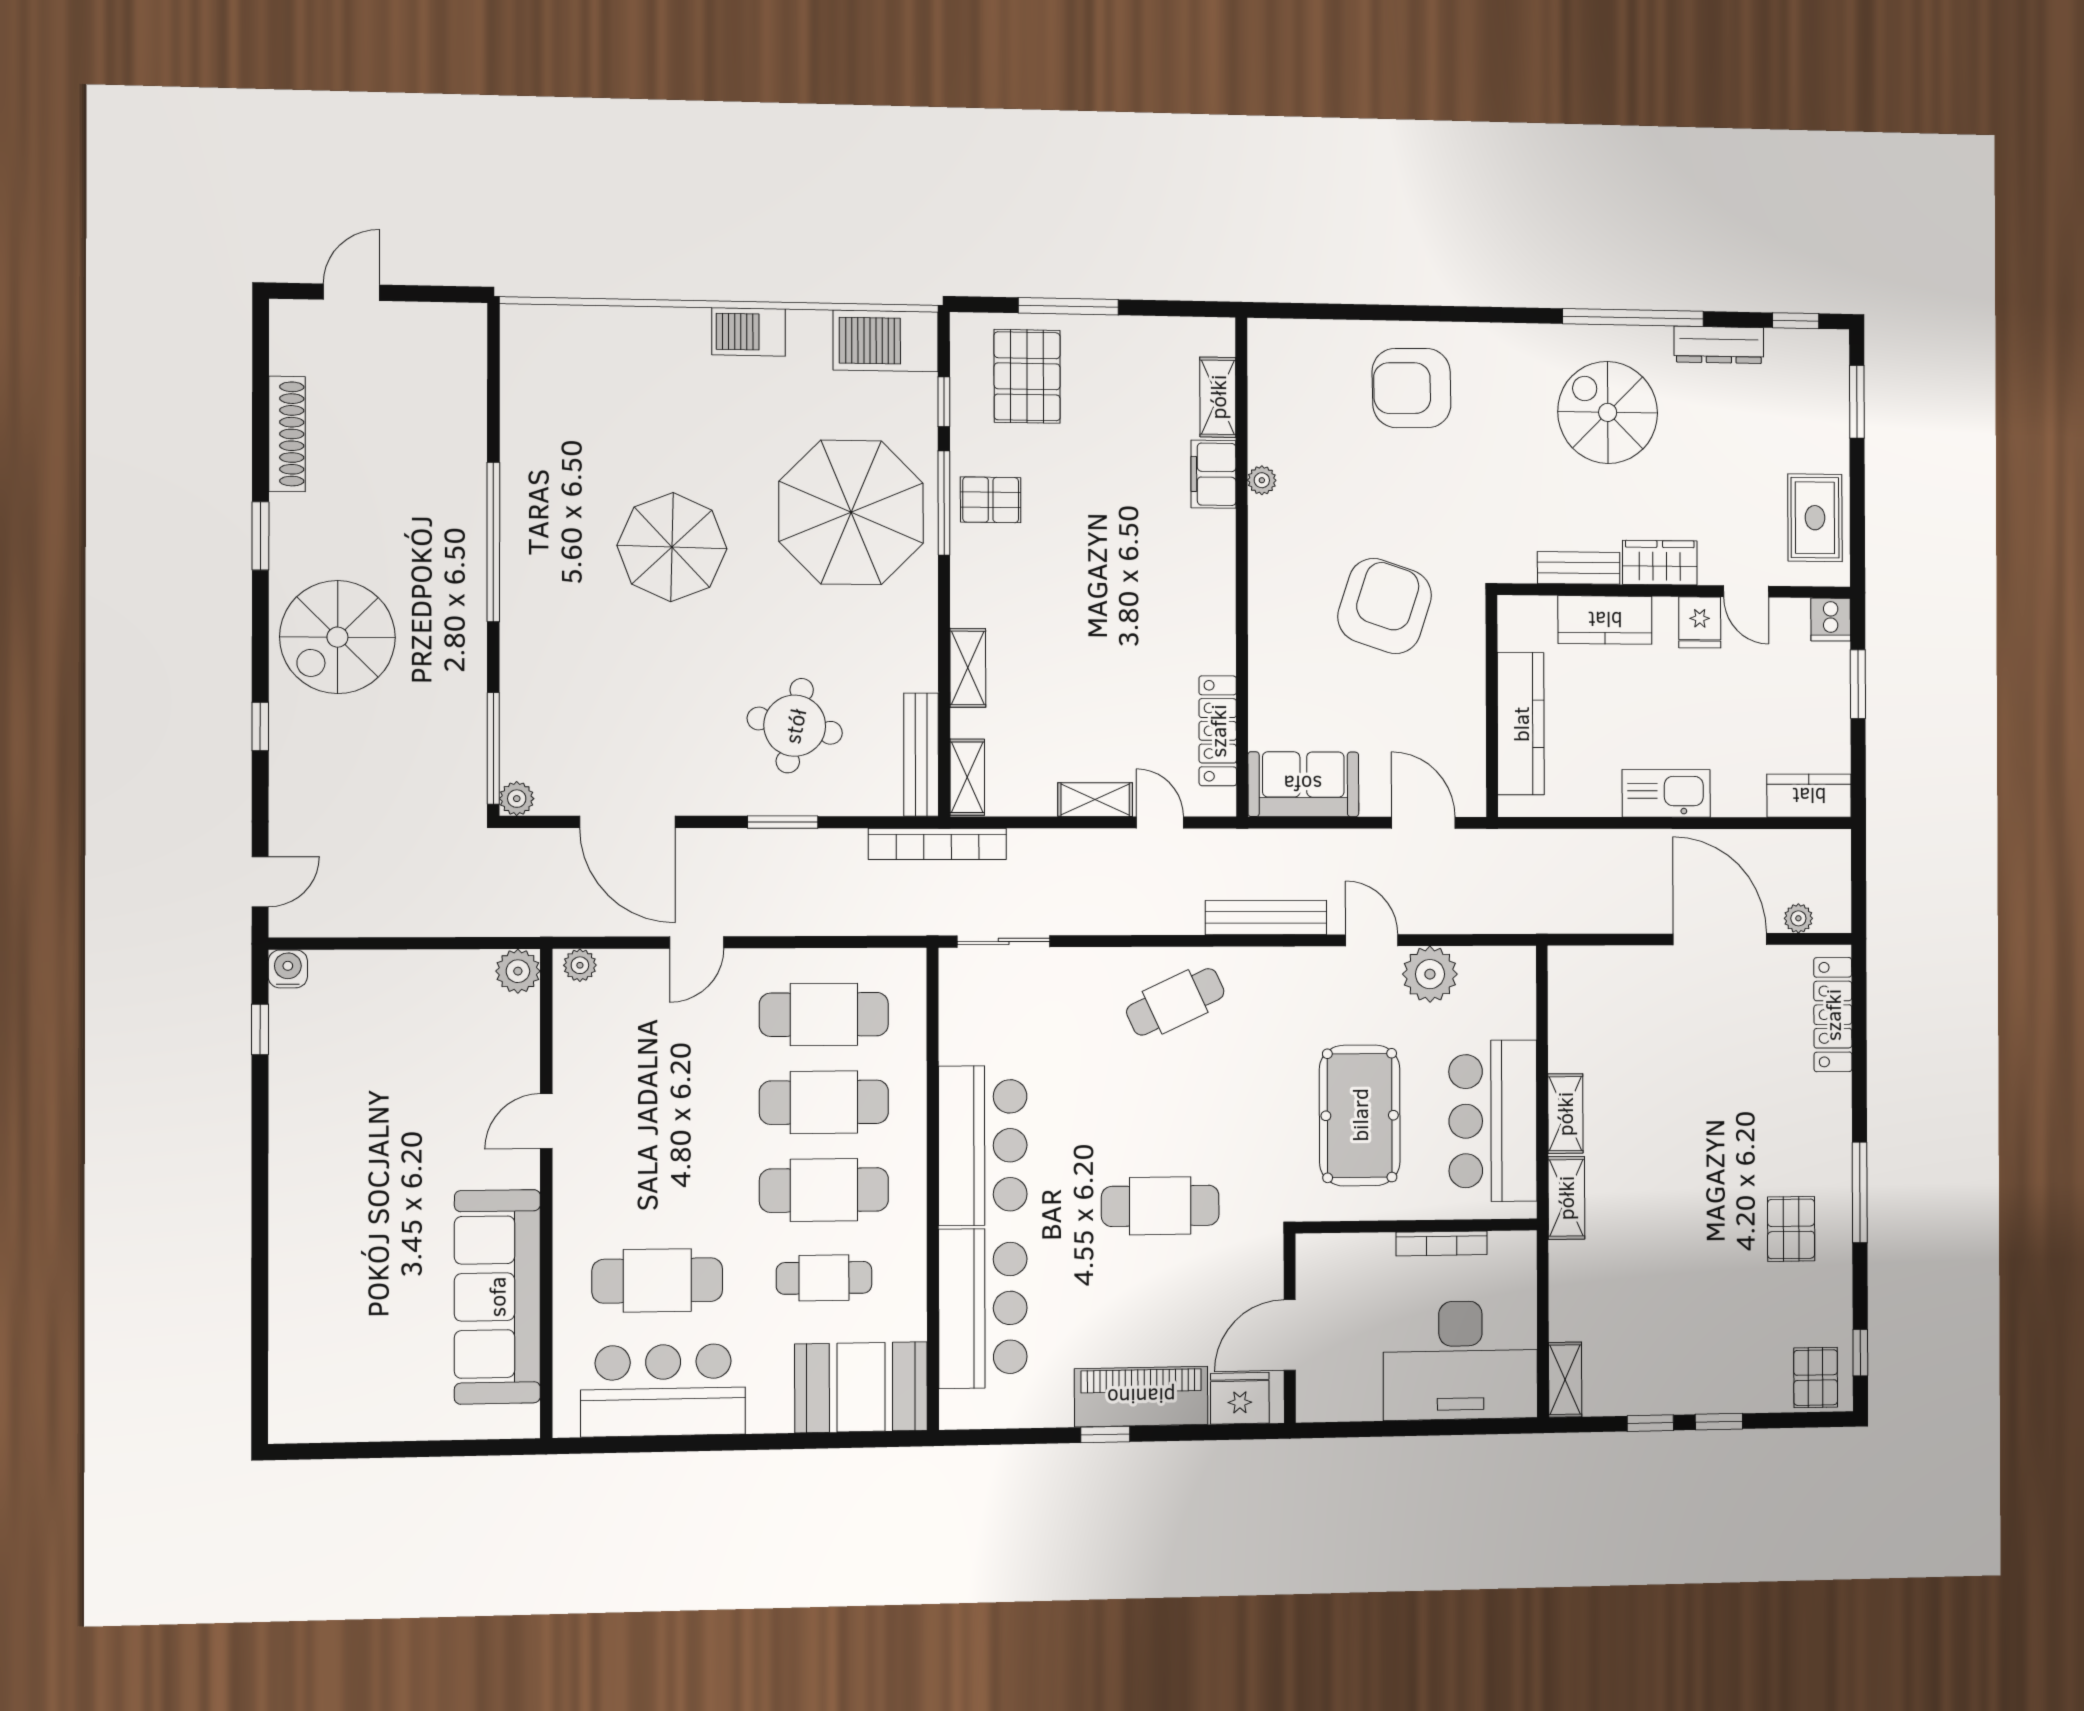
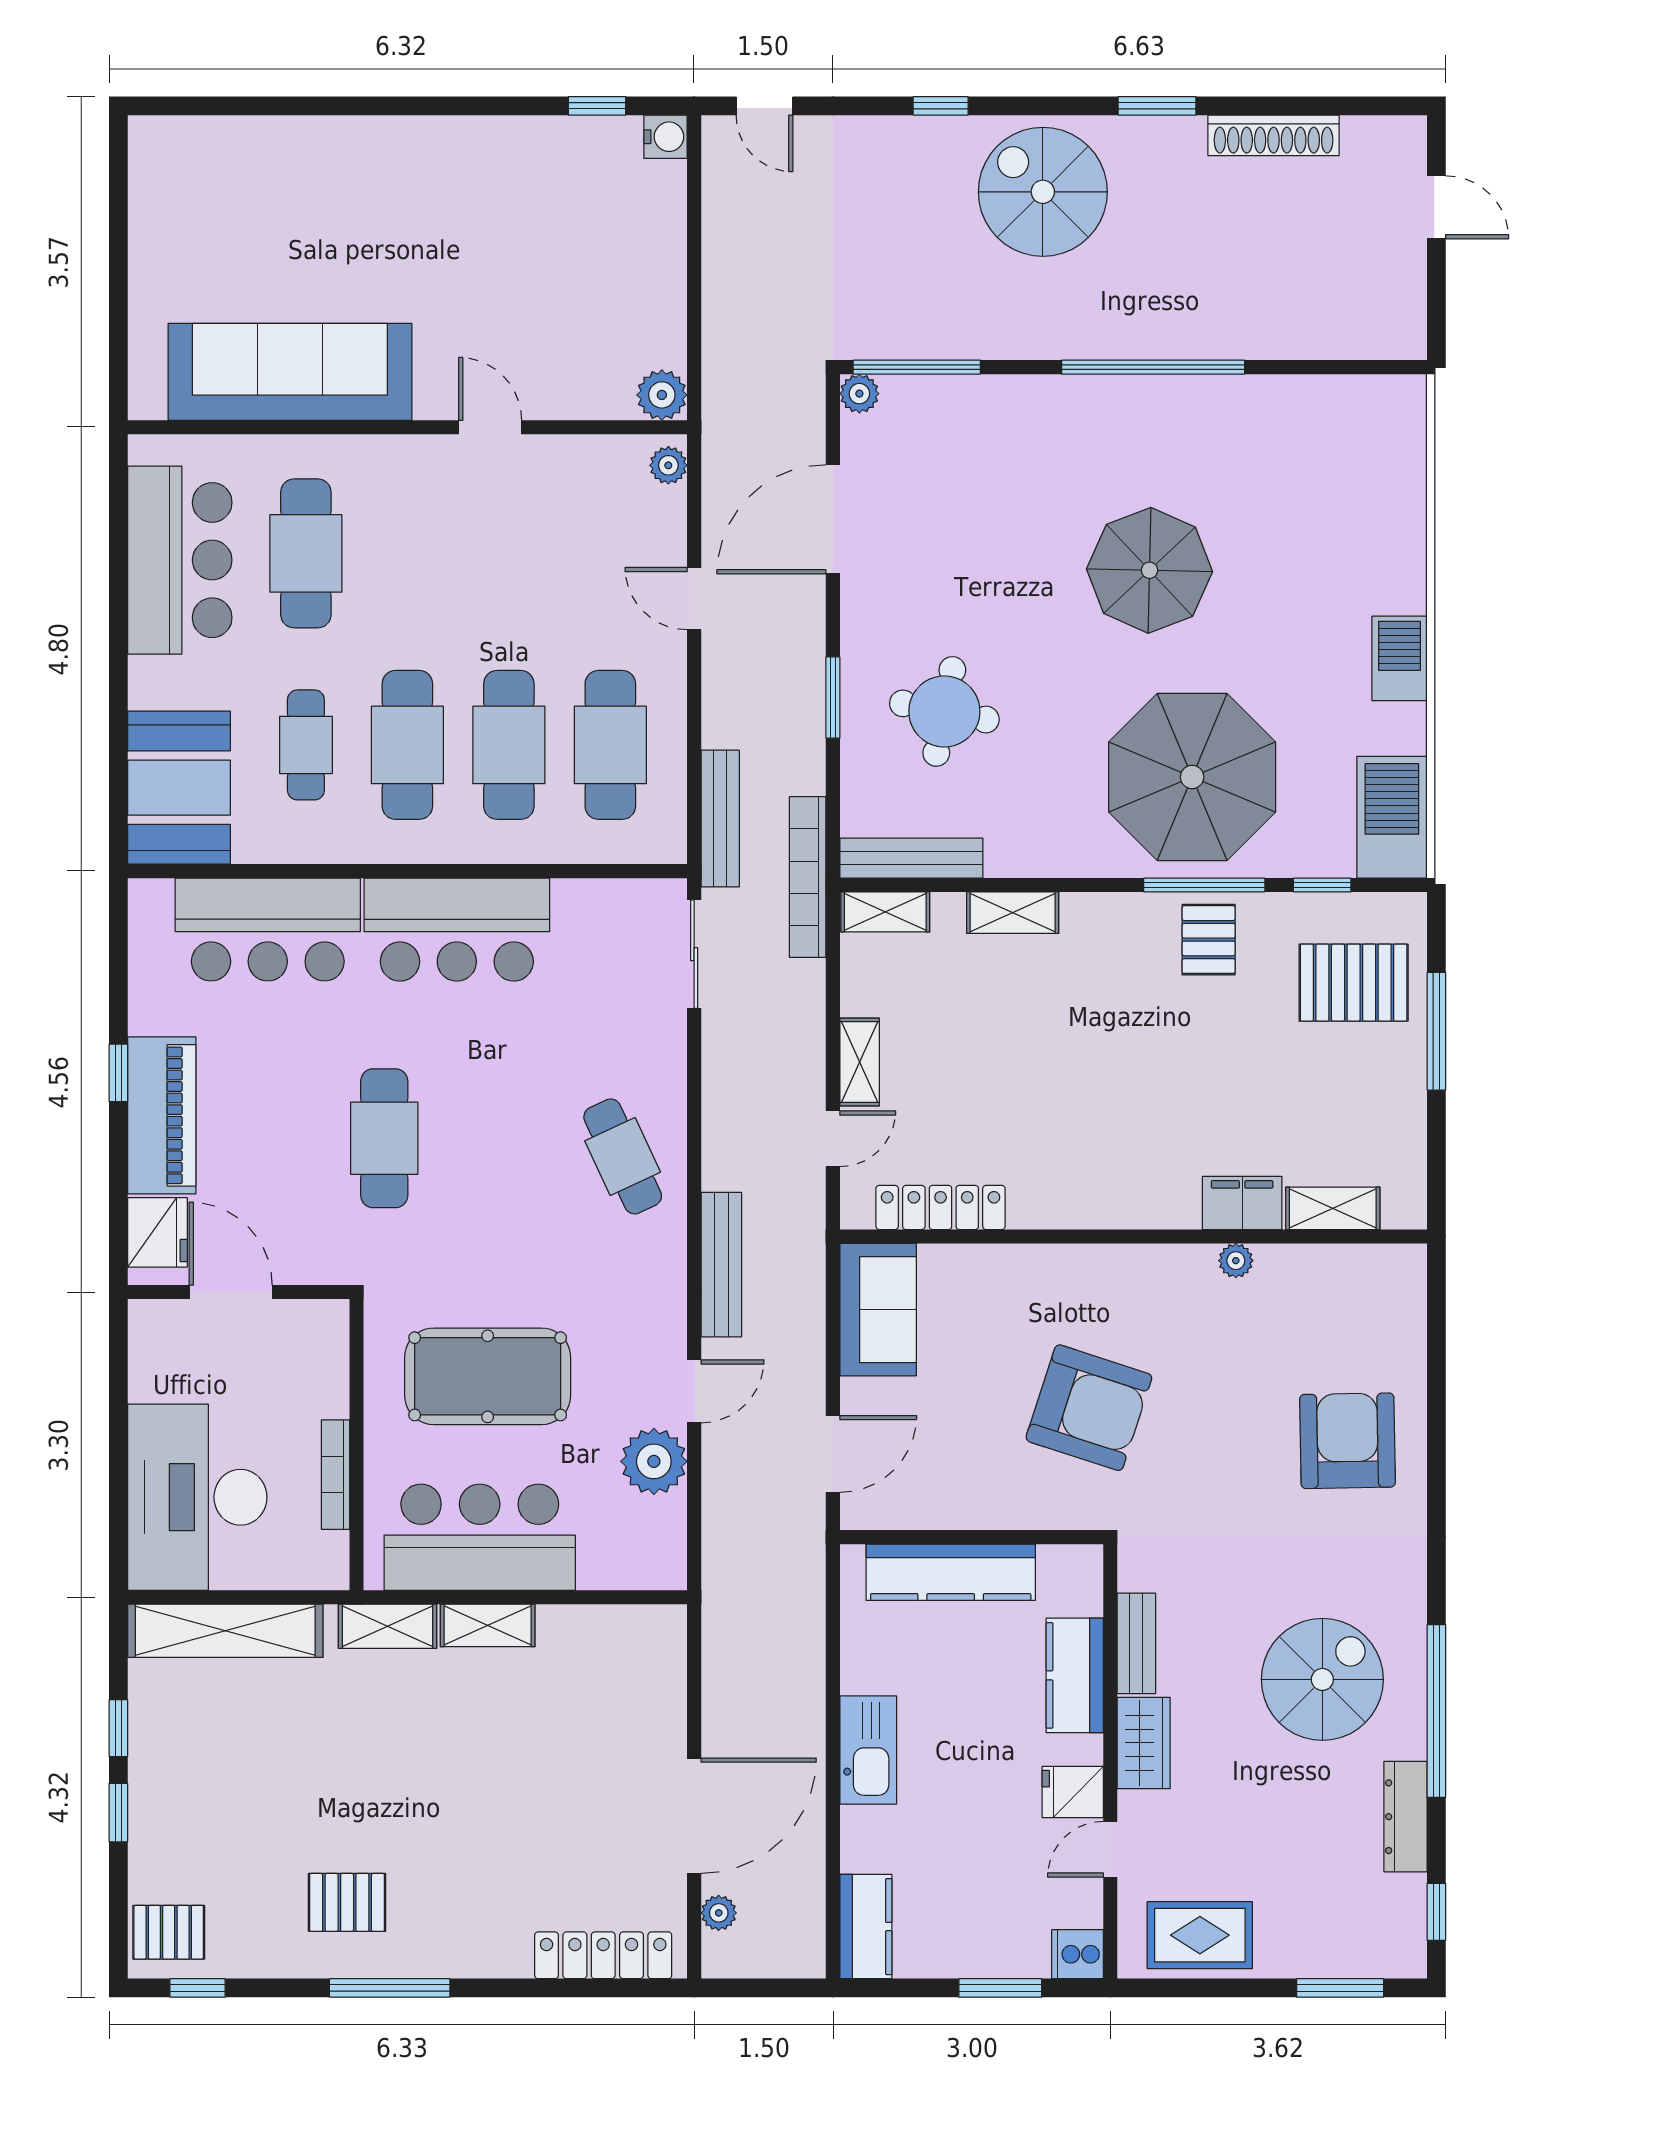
bench: (887, 919) -> (720, 819), added
shelving: (1565, 1380) -> (225, 1631), width x2.20, depth x1.33

